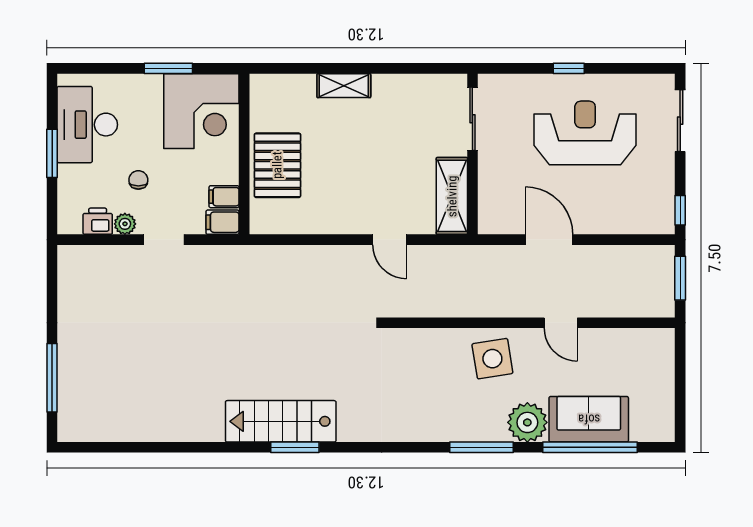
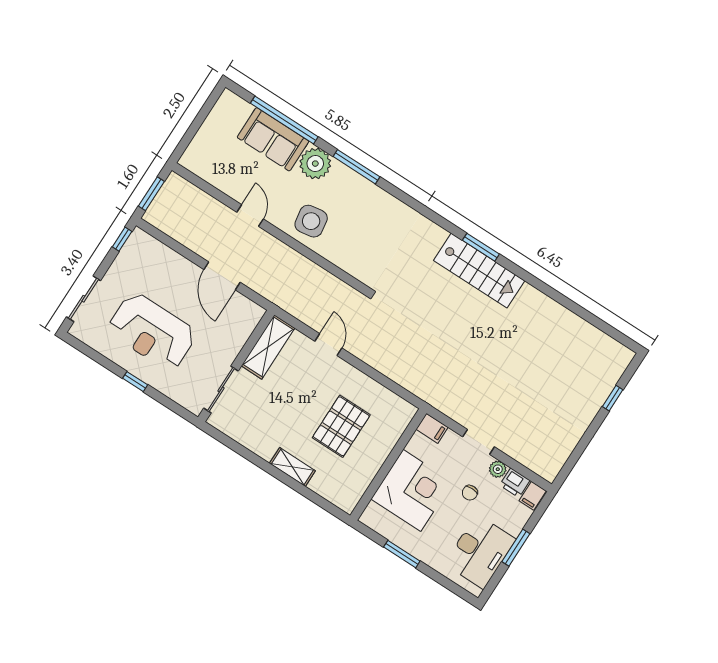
corner desk: (201, 111) -> (412, 490), moved, turned 90
pallet: (277, 165) -> (341, 426), moved
filing cabinet: (224, 197) -> (533, 496), moved, turned 90
window: (52, 378) -> (613, 398), width x0.46

